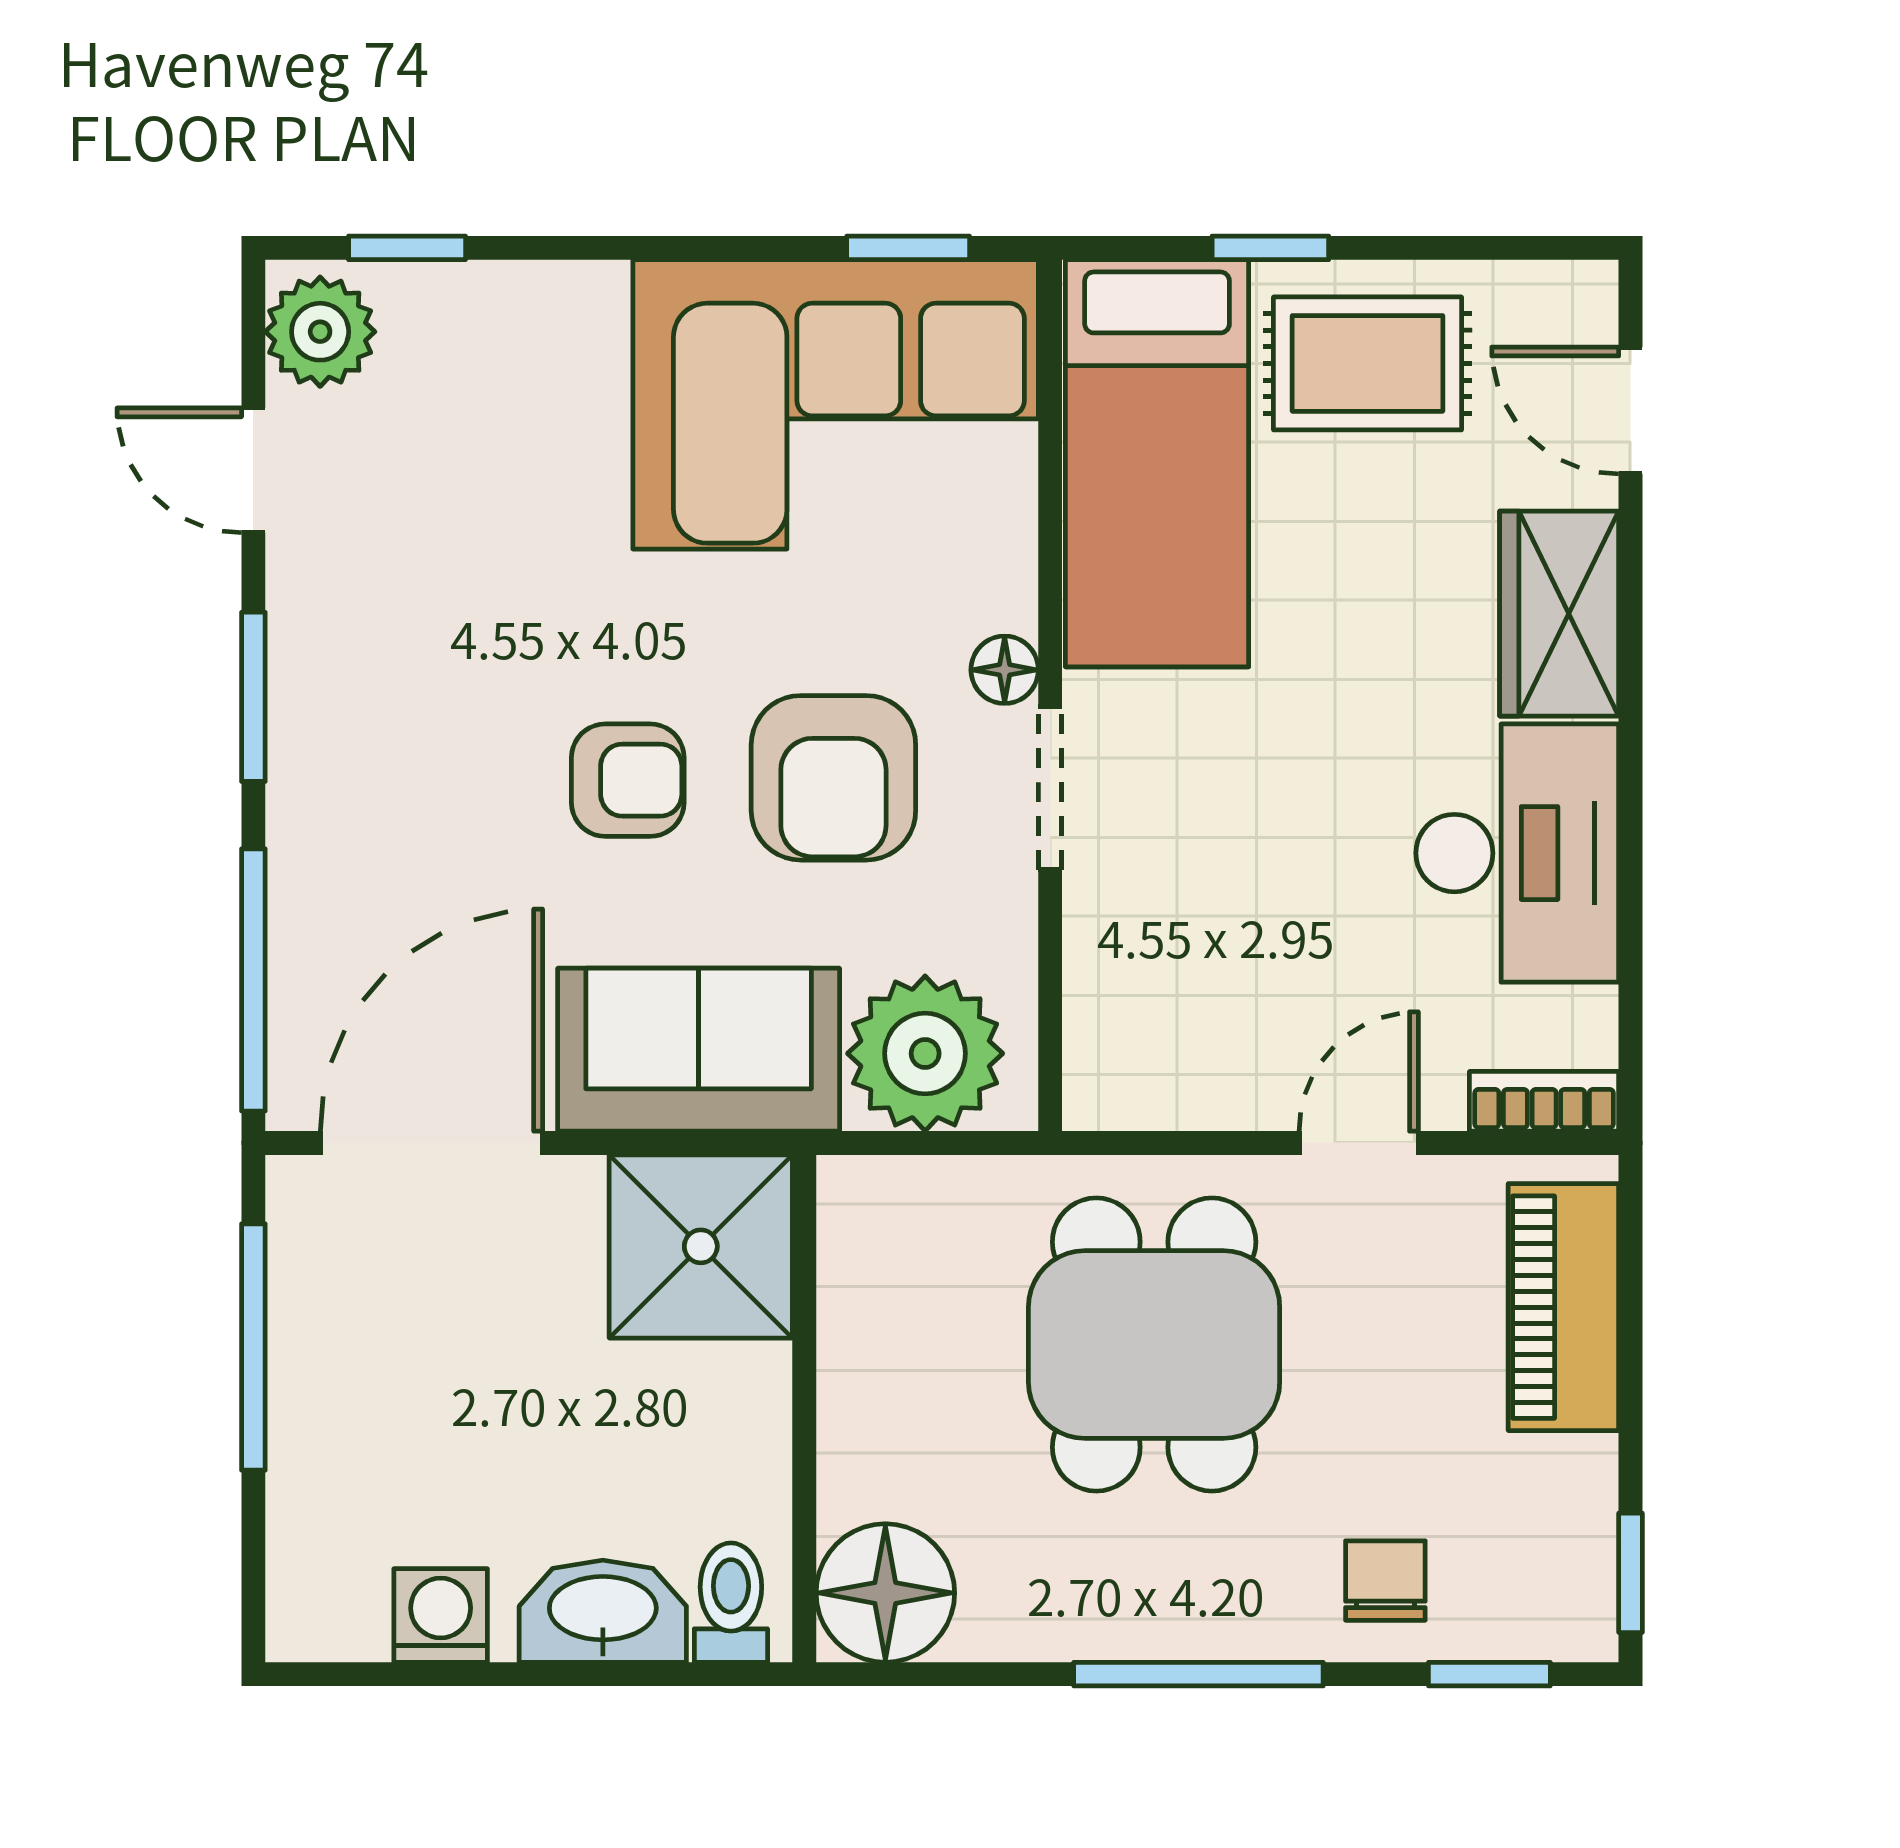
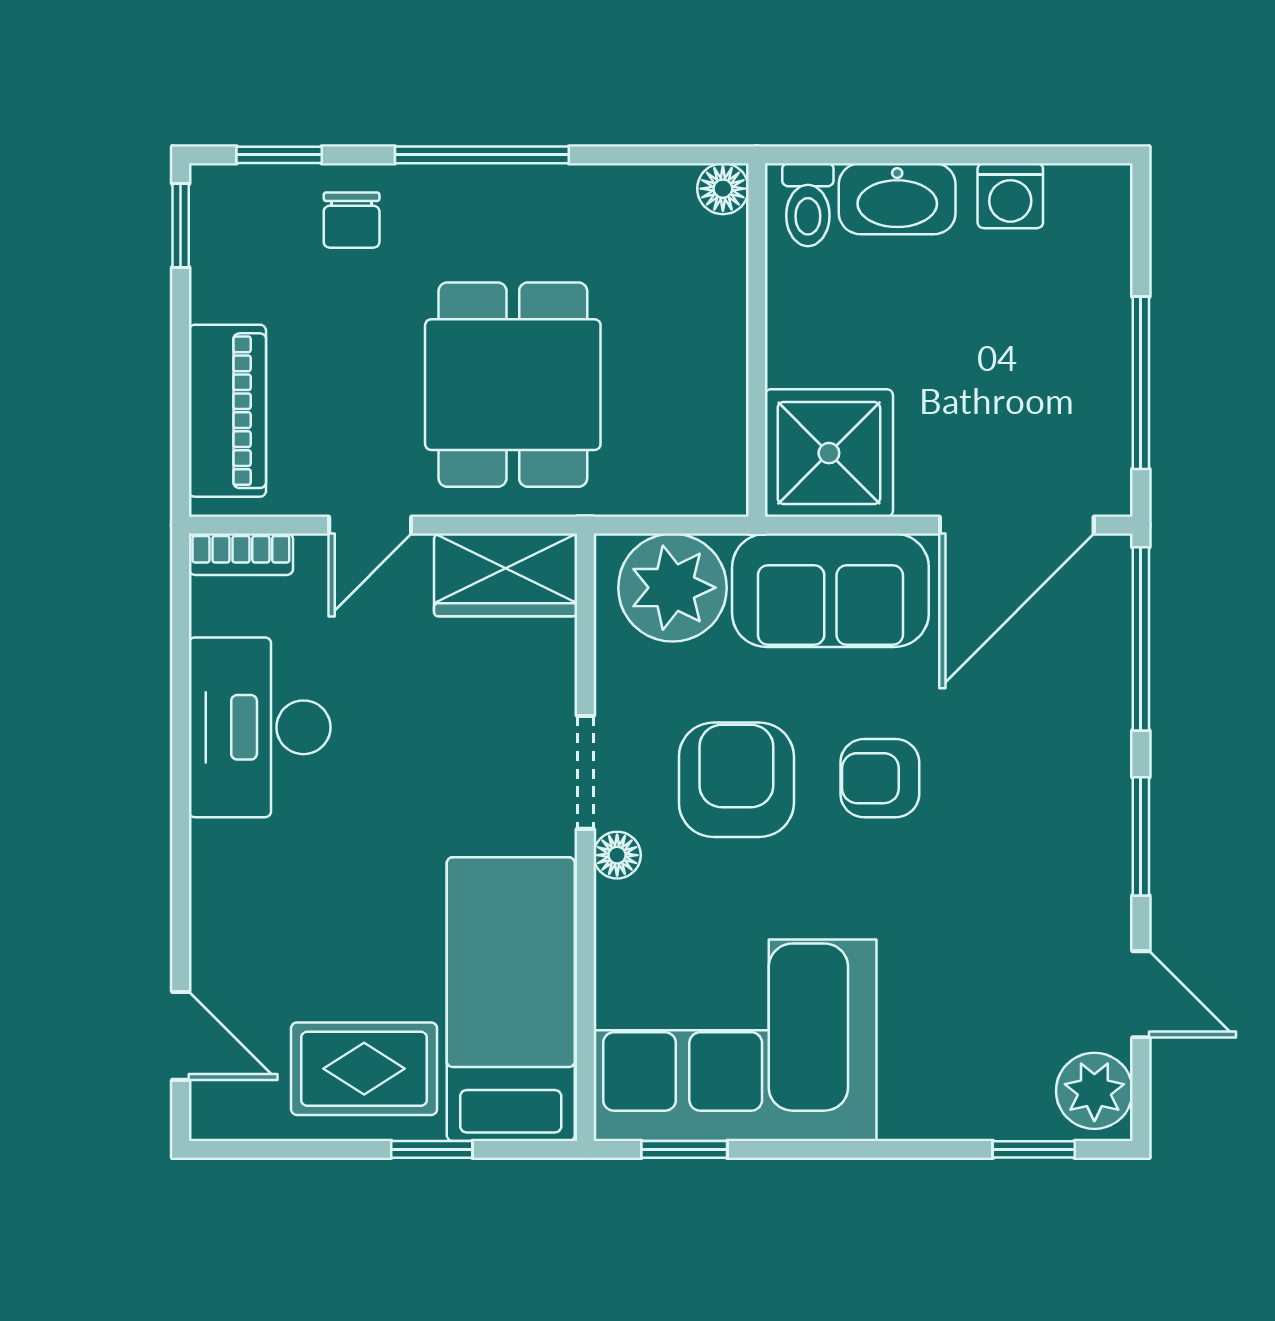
wardrobe: (1559, 614) -> (506, 575), moved, turned 90
floor lamp: (885, 1593) -> (723, 189), width x0.53, depth x0.53

